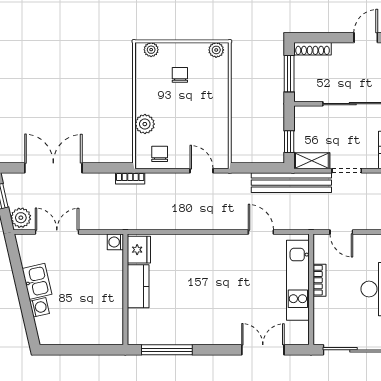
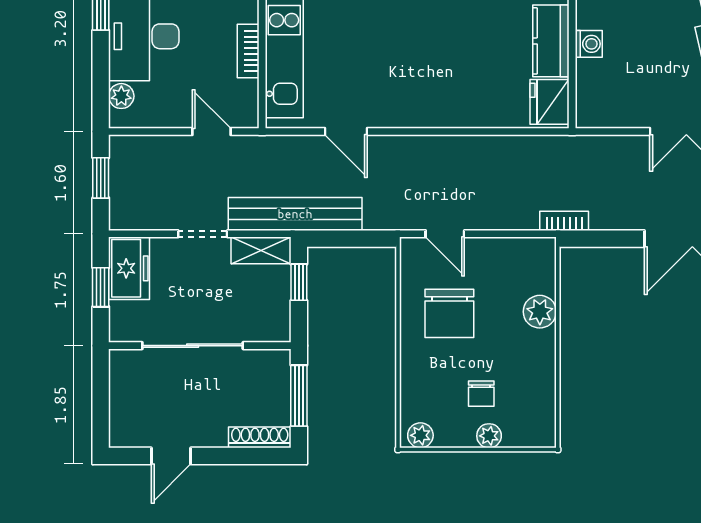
plant: (151, 50) -> (489, 436), moved
chair: (160, 154) -> (449, 313), moved, width x1.87, depth x1.87
washing machine: (115, 242) -> (589, 44), moved

